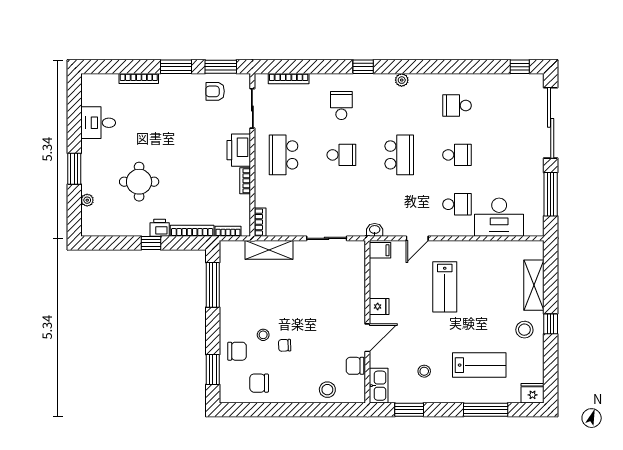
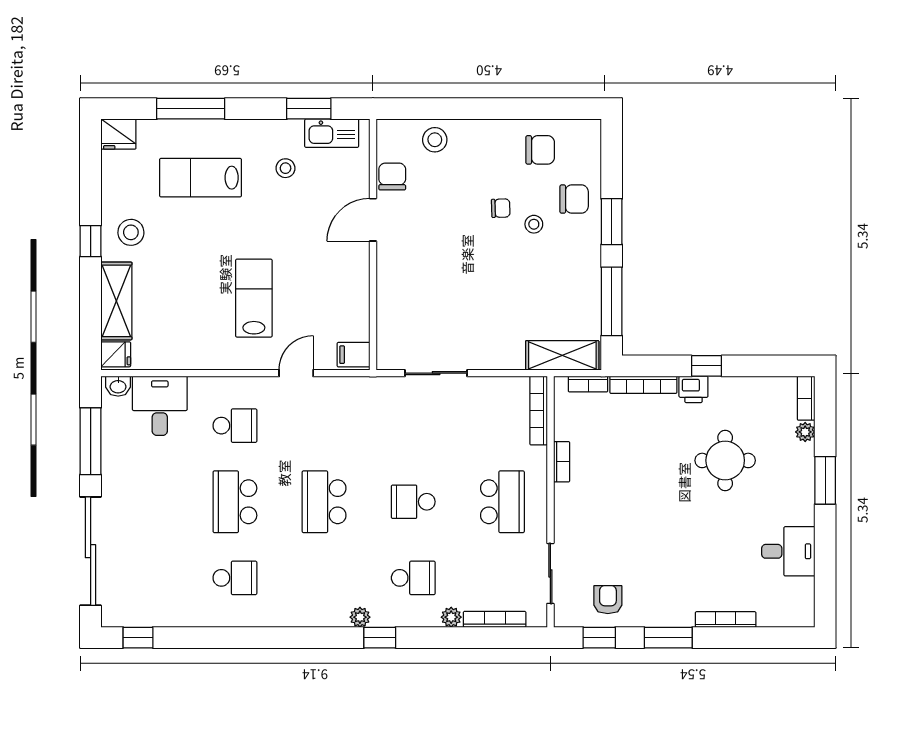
window: (221, 67) -> (599, 638), width x0.67
plant: (317, 80) -> (451, 617), added
plant: (402, 80) -> (360, 617), moved
armchair: (215, 91) -> (608, 600), turned -90
school desk: (341, 106) -> (413, 578), turned -90
printer: (239, 150) -> (571, 509), removed
school desk: (457, 155) -> (235, 502), width x1.85
school desk: (457, 204) -> (235, 426), turned 180
desk: (499, 217) -> (160, 406), width x0.73
bookcase: (87, 222) -> (806, 398), added
bookcase: (260, 222) -> (539, 411), width x1.56
washbasin: (375, 230) -> (118, 386), moved
shelving: (269, 250) -> (562, 355), moved
fridge: (379, 306) -> (116, 354), moved, turned 180
chair: (237, 351) -> (574, 199), turned 180
chair: (355, 366) -> (392, 177), turned -90
window: (213, 369) -> (612, 222), moved
kitchen sink: (379, 386) -> (332, 133), moved, turned -90

